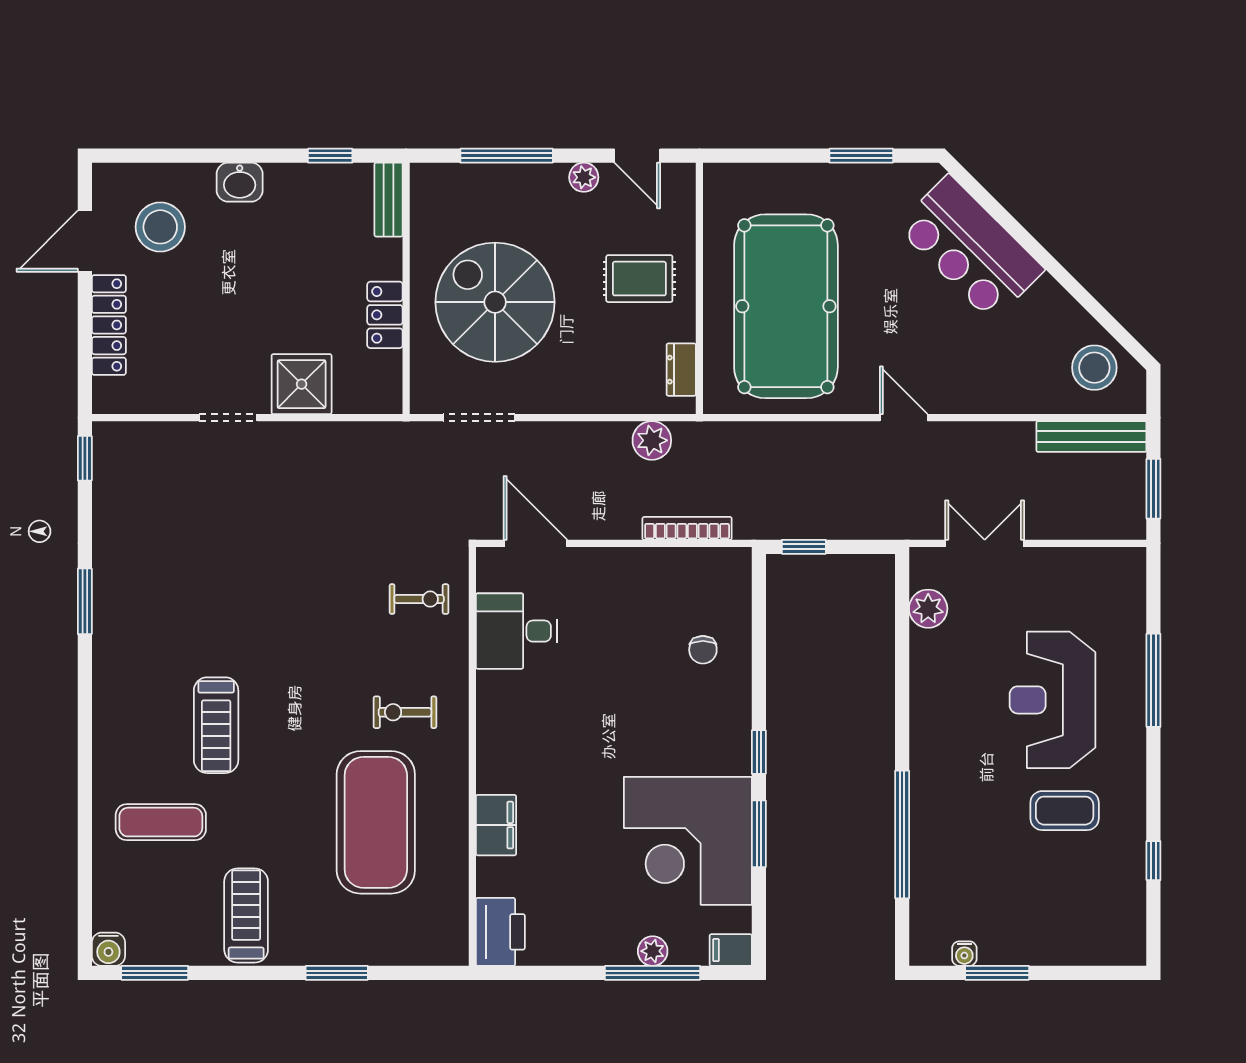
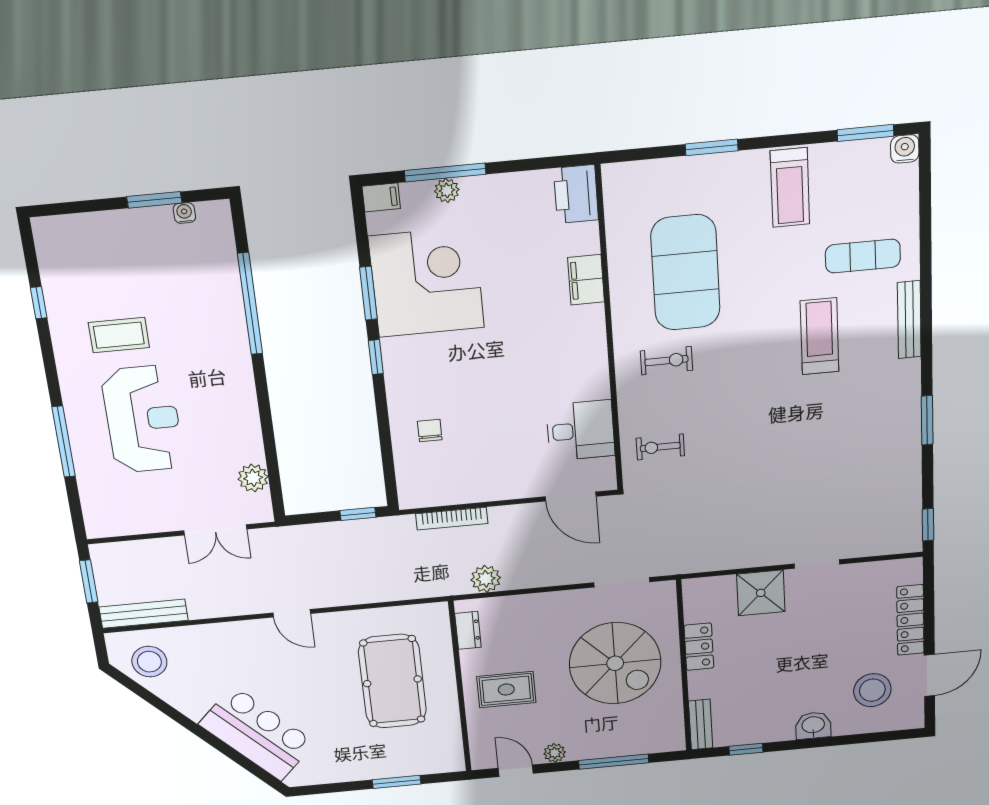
window: (861, 156) -> (397, 782), moved
pool table: (786, 306) -> (392, 681), width x0.73, depth x0.76
bench: (106, 736) -> (909, 320), added

